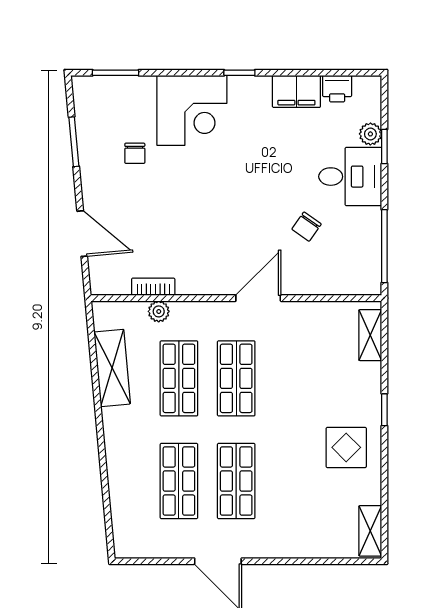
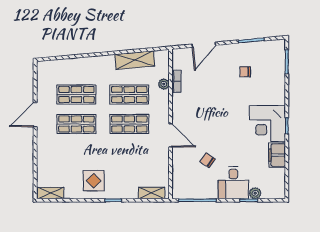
printer: (337, 89) -> (279, 176), removed
corner desk: (192, 110) -> (267, 124), moved

